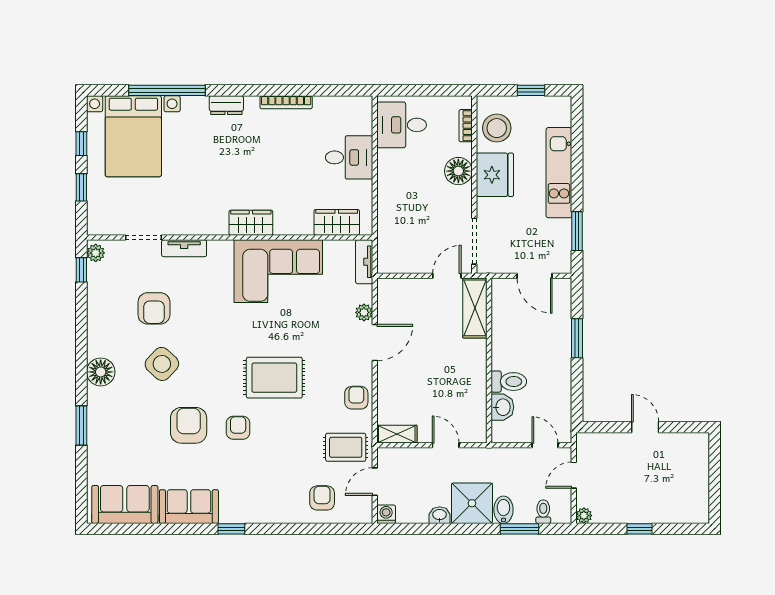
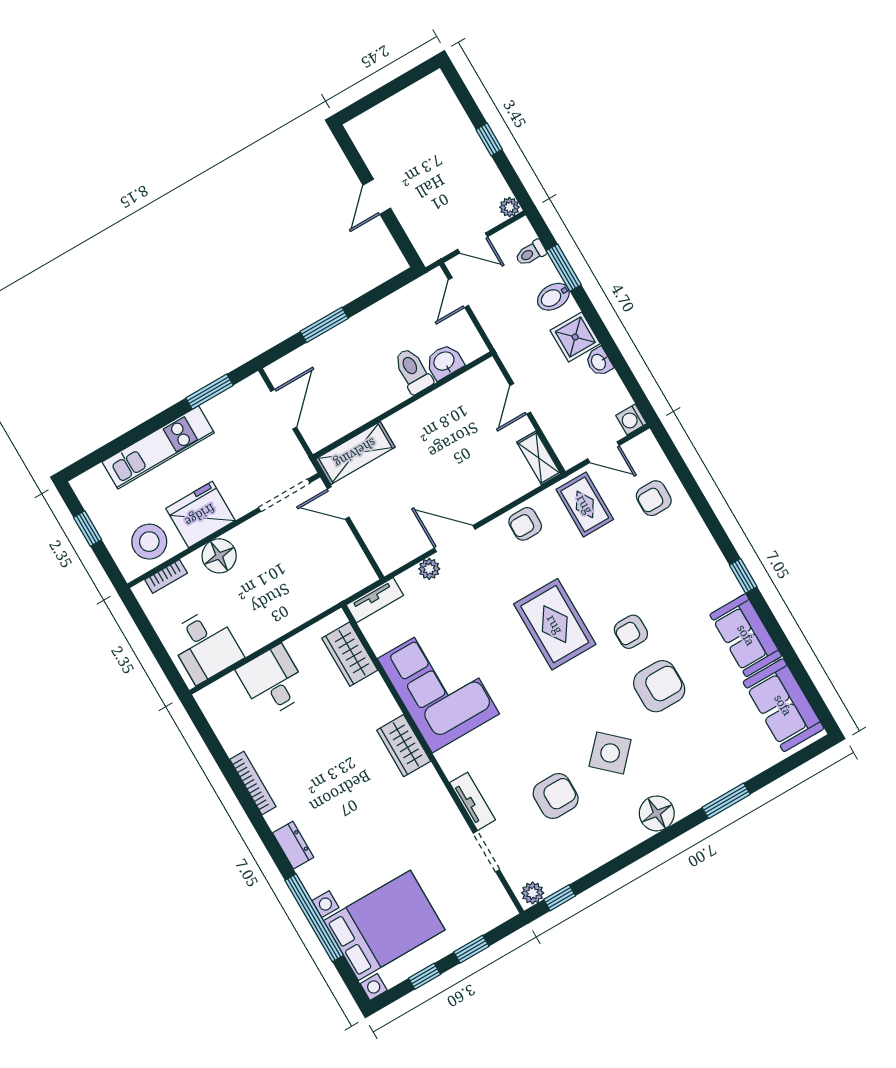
armchair: (189, 425) -> (659, 686), turned 180
shower: (472, 503) -> (575, 337), width x0.73, depth x0.73

